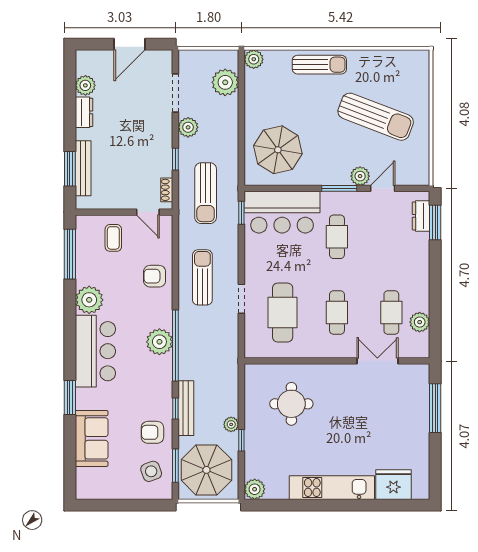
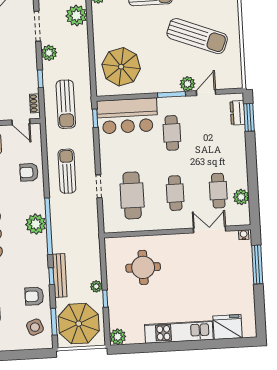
water cooler: (420, 370) -> (244, 235), added

